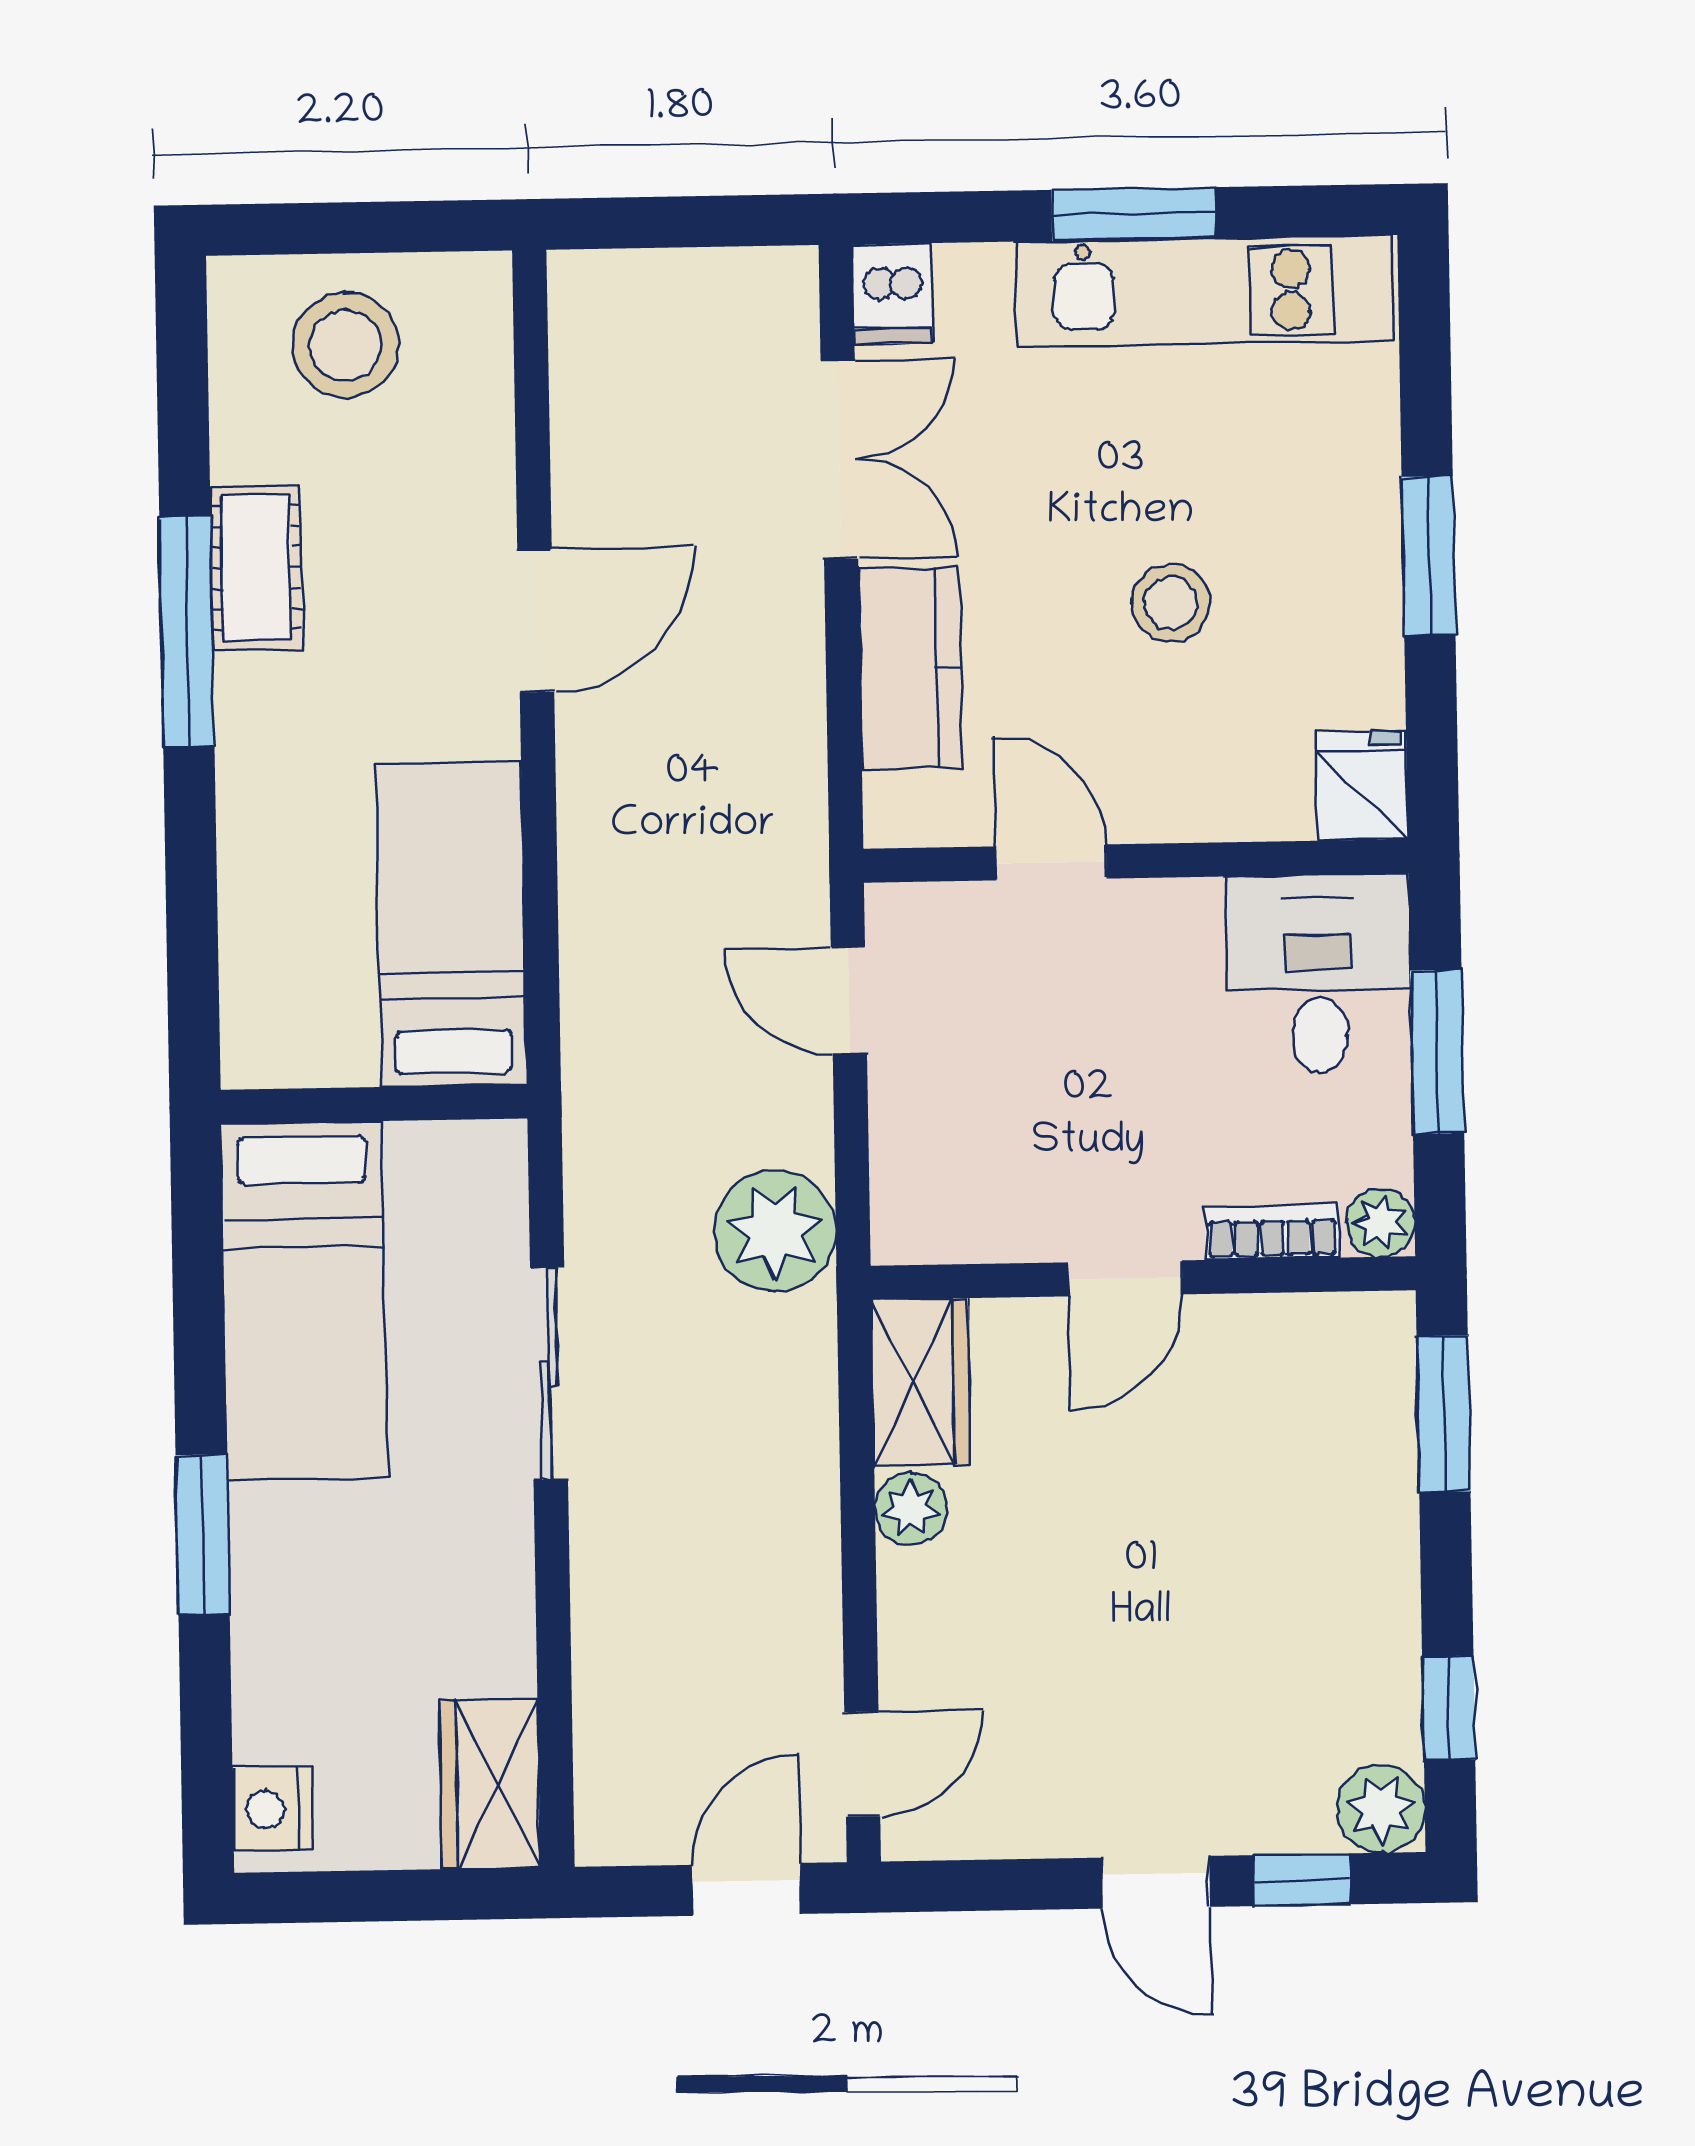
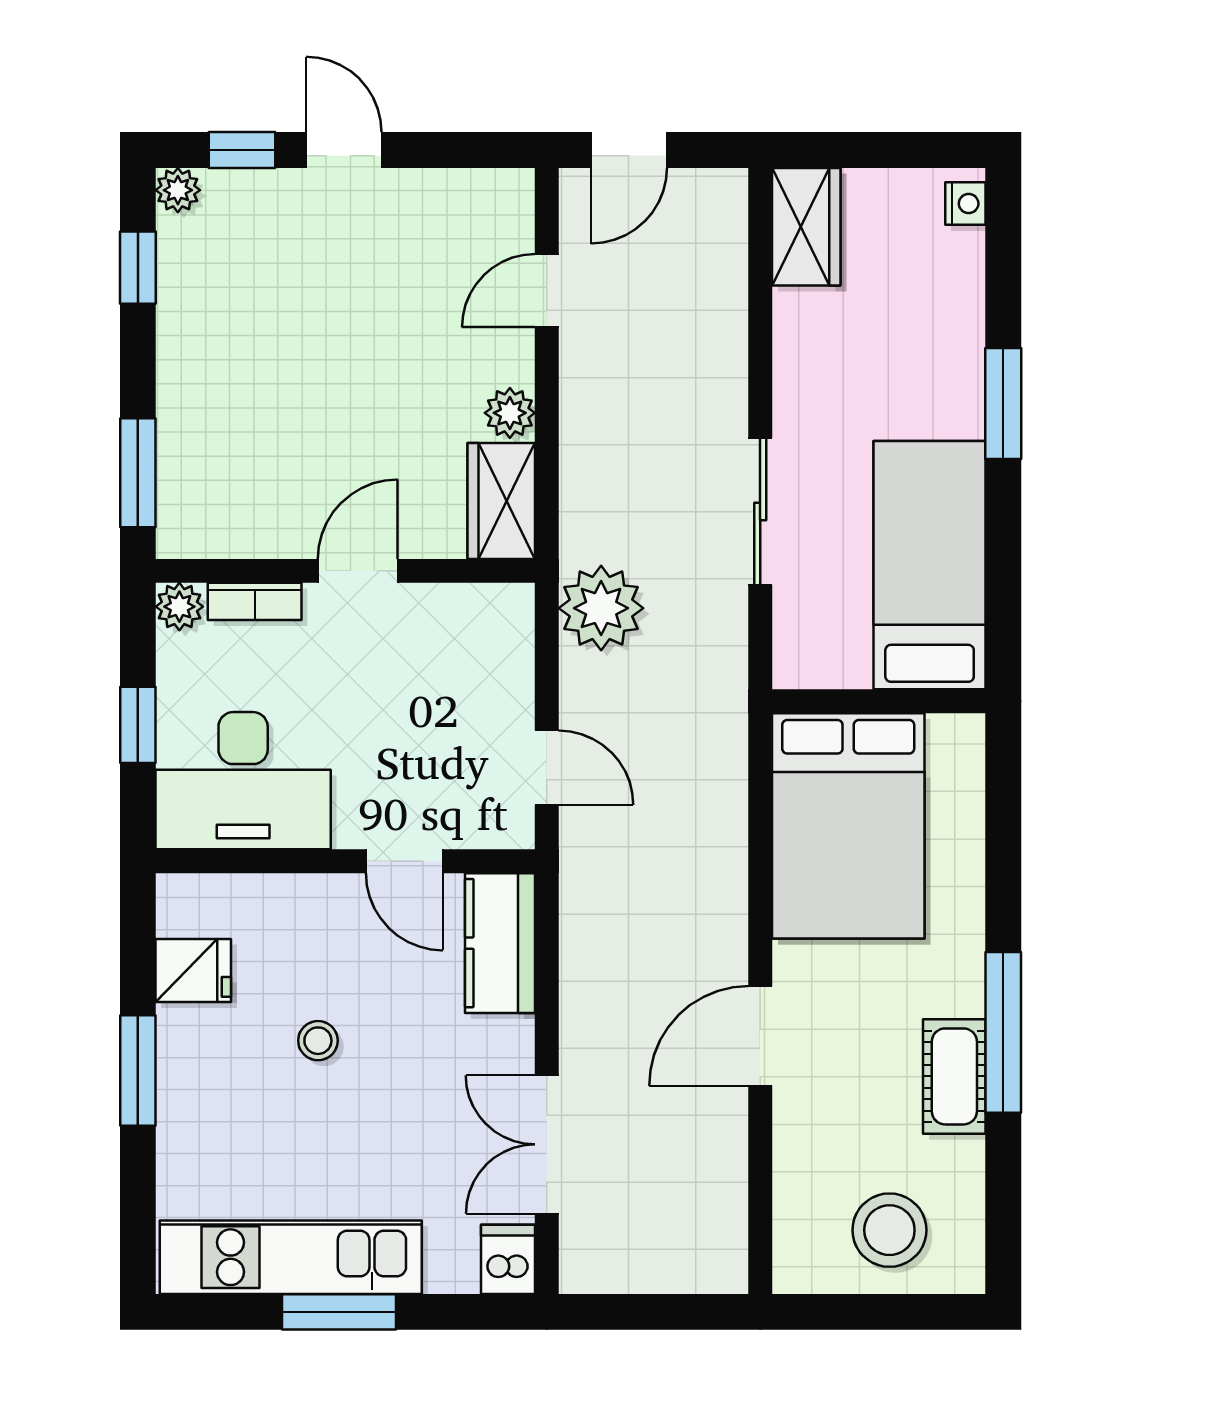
stool: (1171, 603) -> (318, 1041), width x0.73, depth x0.73
kitchen counter: (910, 668) -> (500, 943), moved
fridge: (1362, 786) -> (193, 970), moved, turned -90
bed: (451, 924) -> (848, 826), width x1.50
desk: (1319, 974) -> (243, 781), width x1.37
window: (1437, 1052) -> (138, 725), width x0.67
door: (862, 1764) -> (547, 291), moved
nightstand: (272, 1809) -> (965, 204), width x0.72, depth x0.74
plant: (1381, 1809) -> (178, 190), width x0.73, depth x0.73

